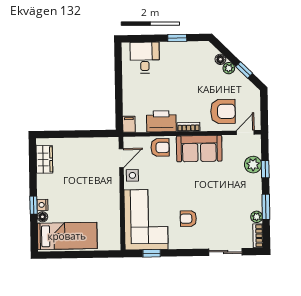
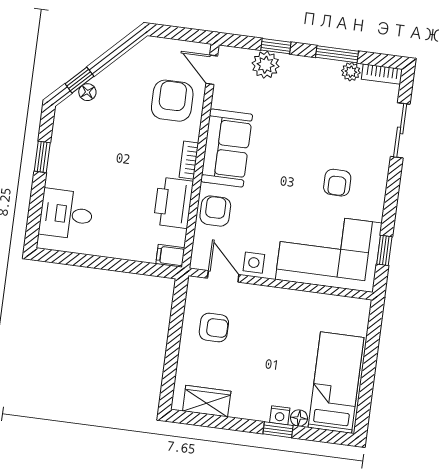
plant: (229, 68) -> (104, 81), removed
window: (244, 70) -> (79, 80), moved
armchair: (90, 157) -> (214, 327), added

